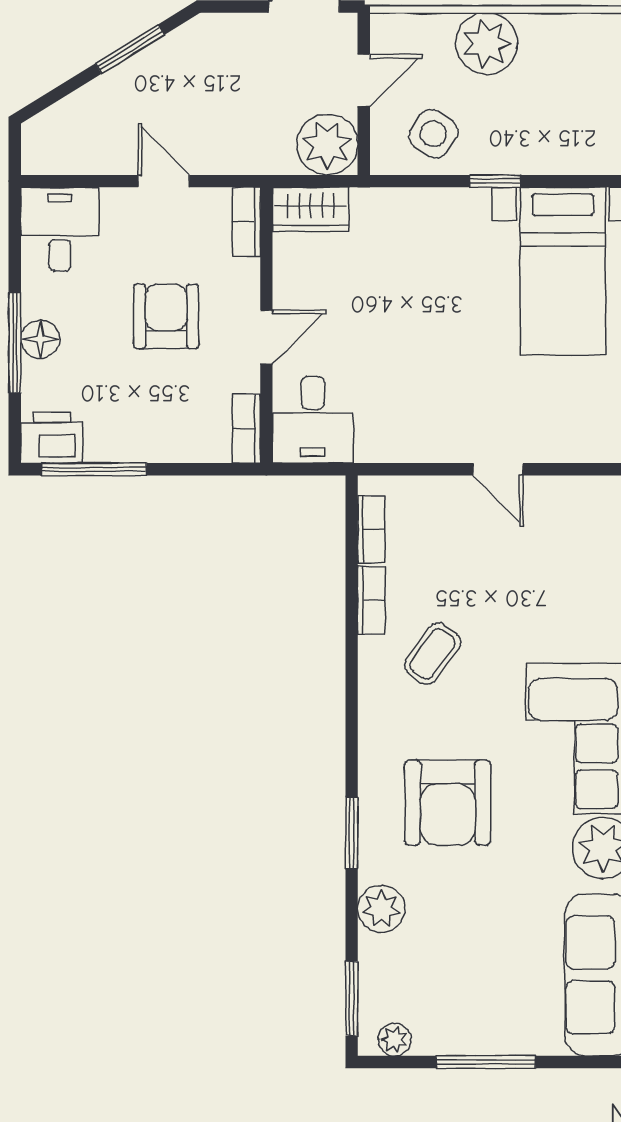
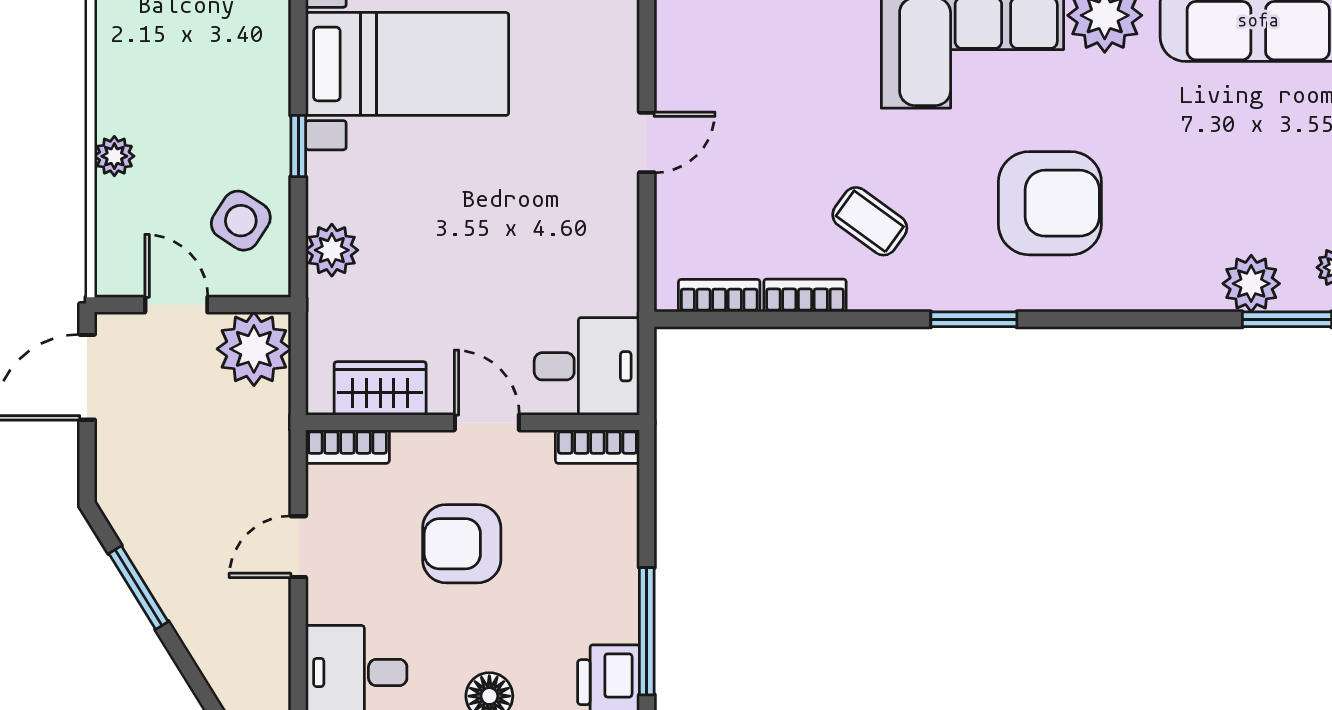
plant: (487, 43) -> (114, 156), width x0.53, depth x0.53
wardrobe: (311, 209) -> (380, 388), moved, turned -90
plant: (409, 209) -> (332, 250), added
window: (352, 833) -> (974, 319), moved
plant: (381, 909) -> (1251, 284), moved

